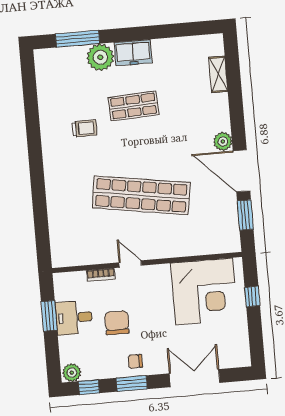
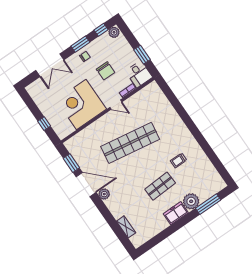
corner desk: (204, 291) -> (81, 104), moved
desk: (74, 318) -> (139, 74), moved, turned 90

